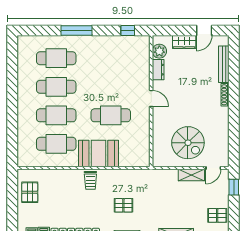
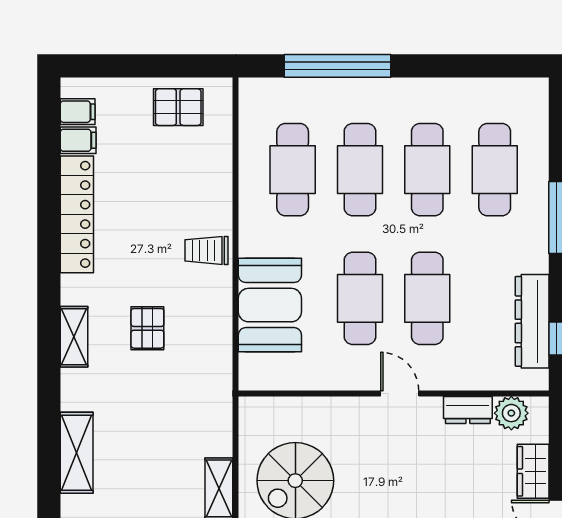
dresser: (120, 42) -> (532, 321), added
cafe table: (111, 87) -> (427, 298), added
door: (151, 98) -> (400, 393), swing flipped
window: (12, 125) -> (337, 66), added
booth: (98, 153) -> (270, 305), moved

